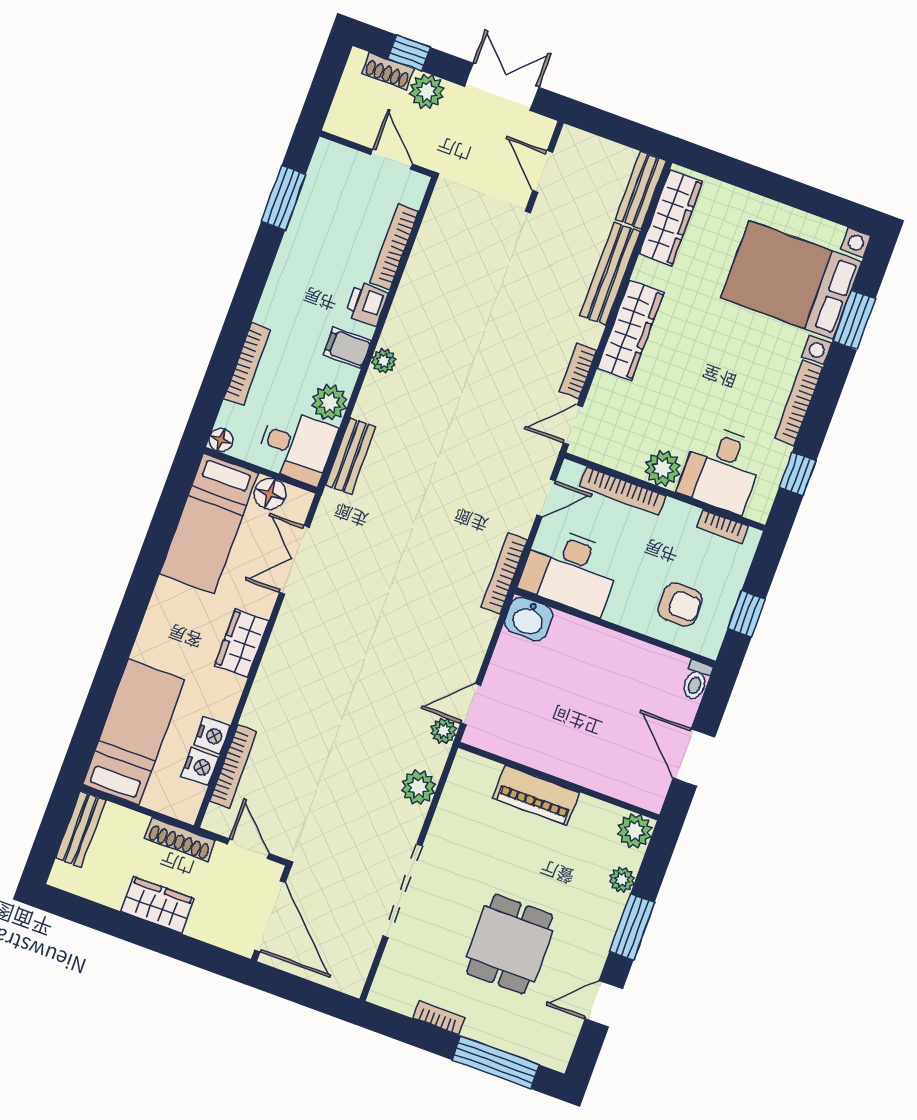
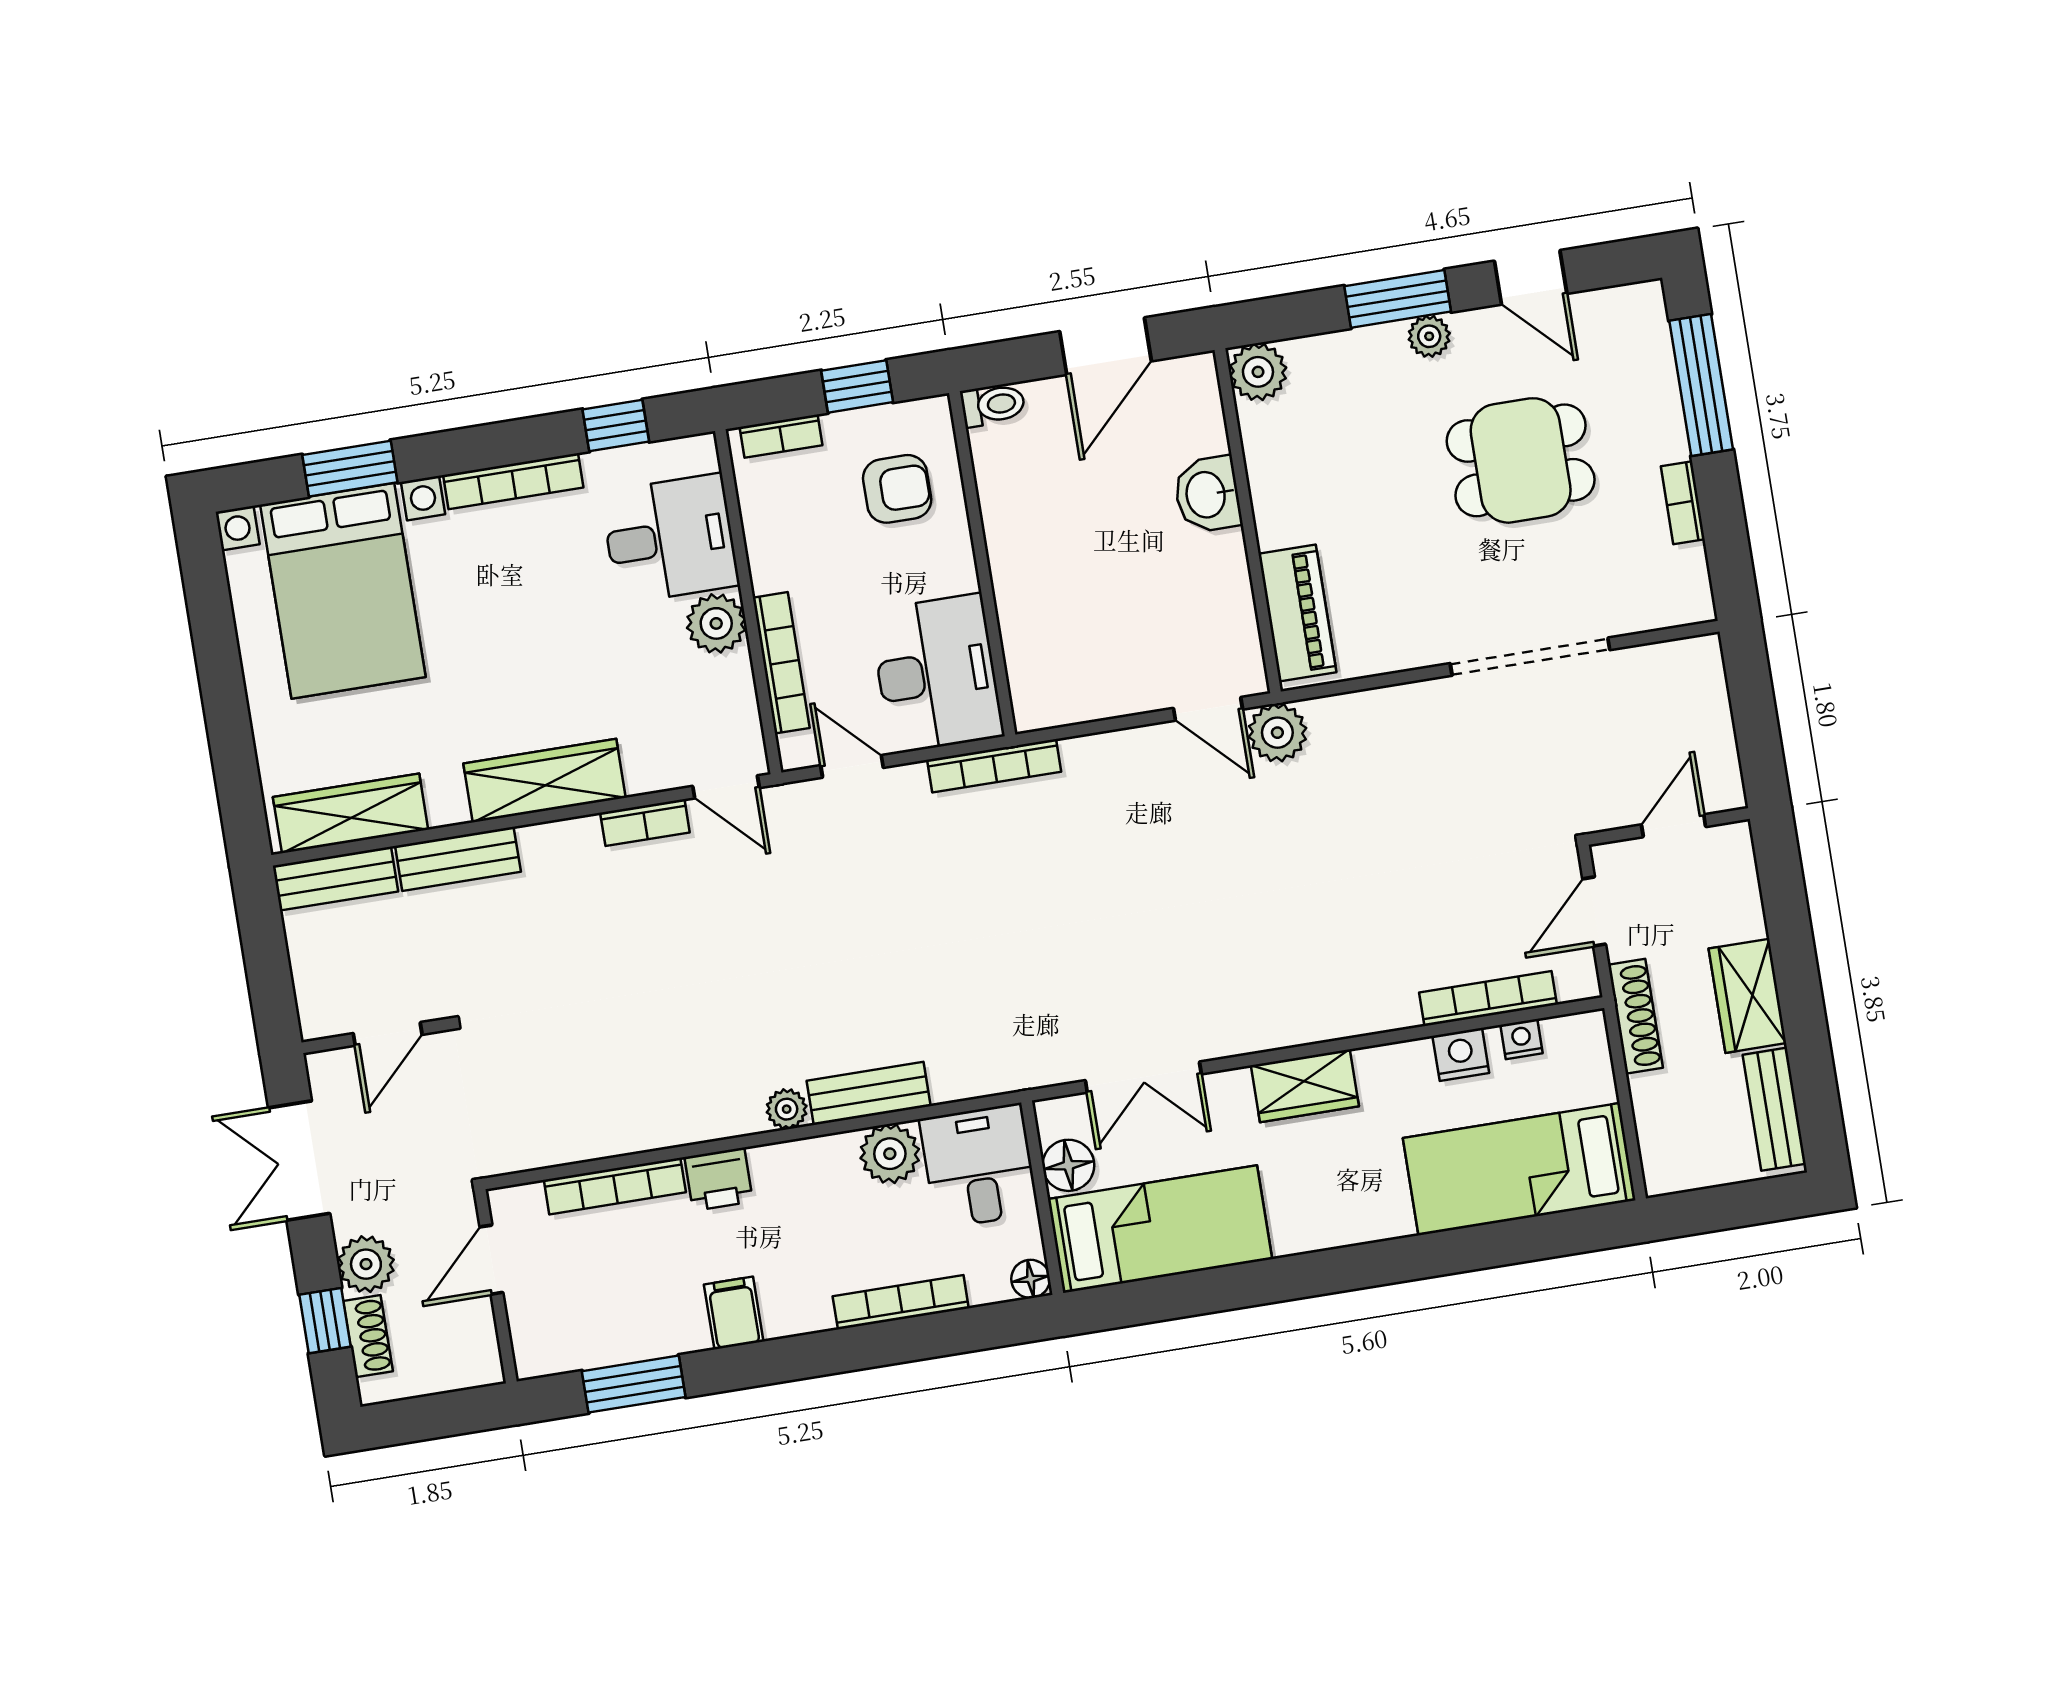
bench: (610, 273) -> (458, 859), width x0.73
filing cabinet: (347, 348) -> (734, 1313), moved, turned 180
bench: (351, 456) -> (869, 1093), moved
bookcase: (722, 526) -> (781, 436), moved, turned 90
armchair: (680, 604) -> (897, 489), turned 90
washbasin: (529, 619) -> (1207, 494), moved, turned 180
plant: (444, 731) -> (1277, 733), width x1.38, depth x1.38
nightstand: (200, 767) -> (1521, 1039), width x0.72, depth x0.74
plant: (418, 787) -> (1369, 717), removed
piano: (536, 795) -> (1297, 613), moved
bench: (81, 829) -> (1774, 1109), moved, turned 90
plant: (622, 880) -> (1429, 336), moved
door: (270, 916) -> (1674, 826), width x0.53

